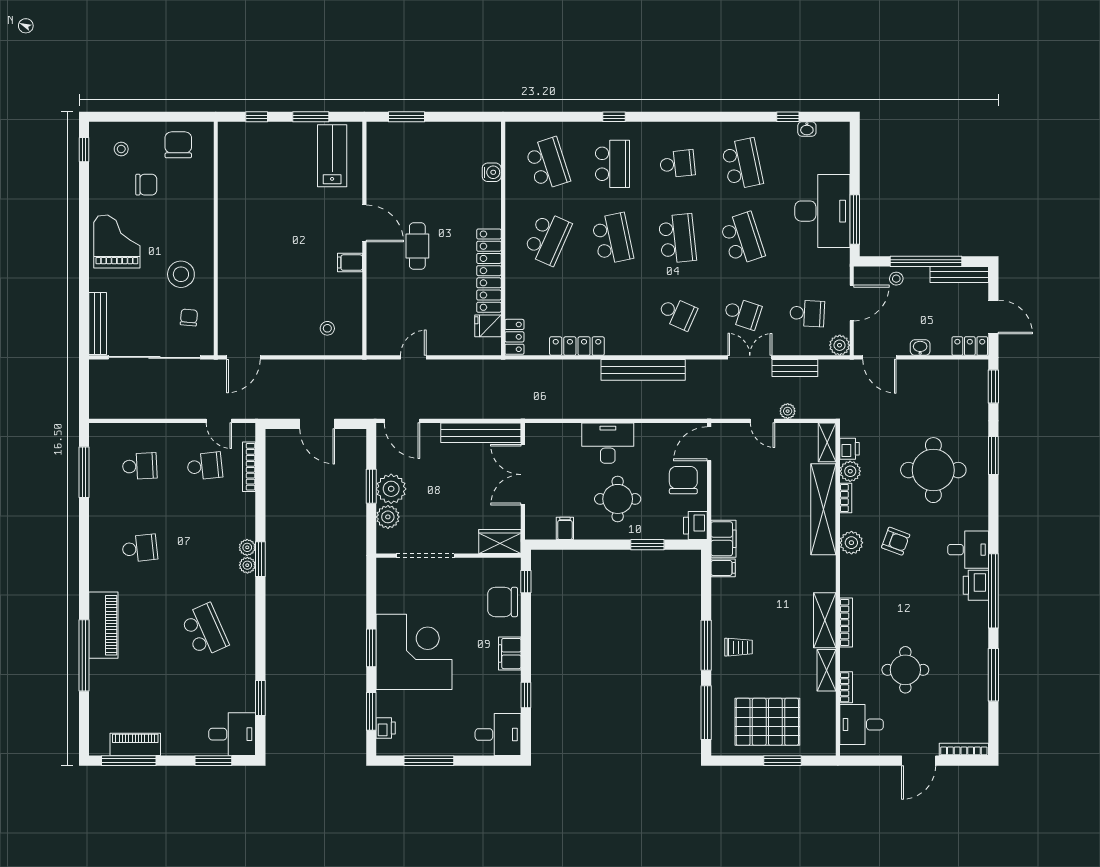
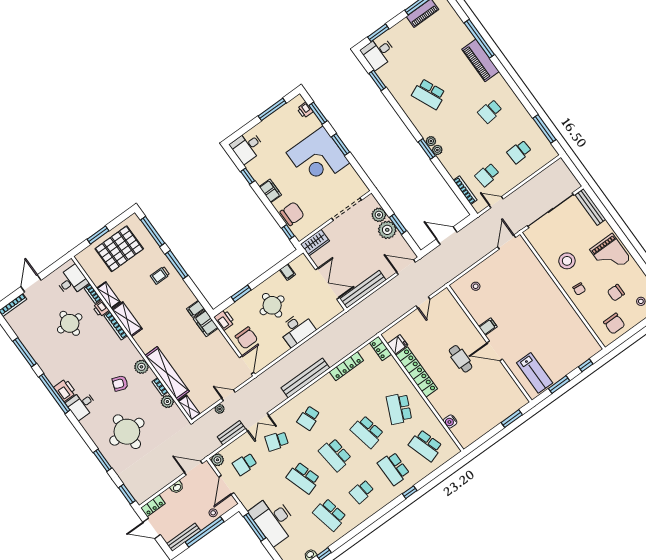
school desk: (677, 313) -> (309, 418), turned -45
chair: (189, 317) -> (579, 289), moved
printer: (849, 449) -> (101, 309), moved

